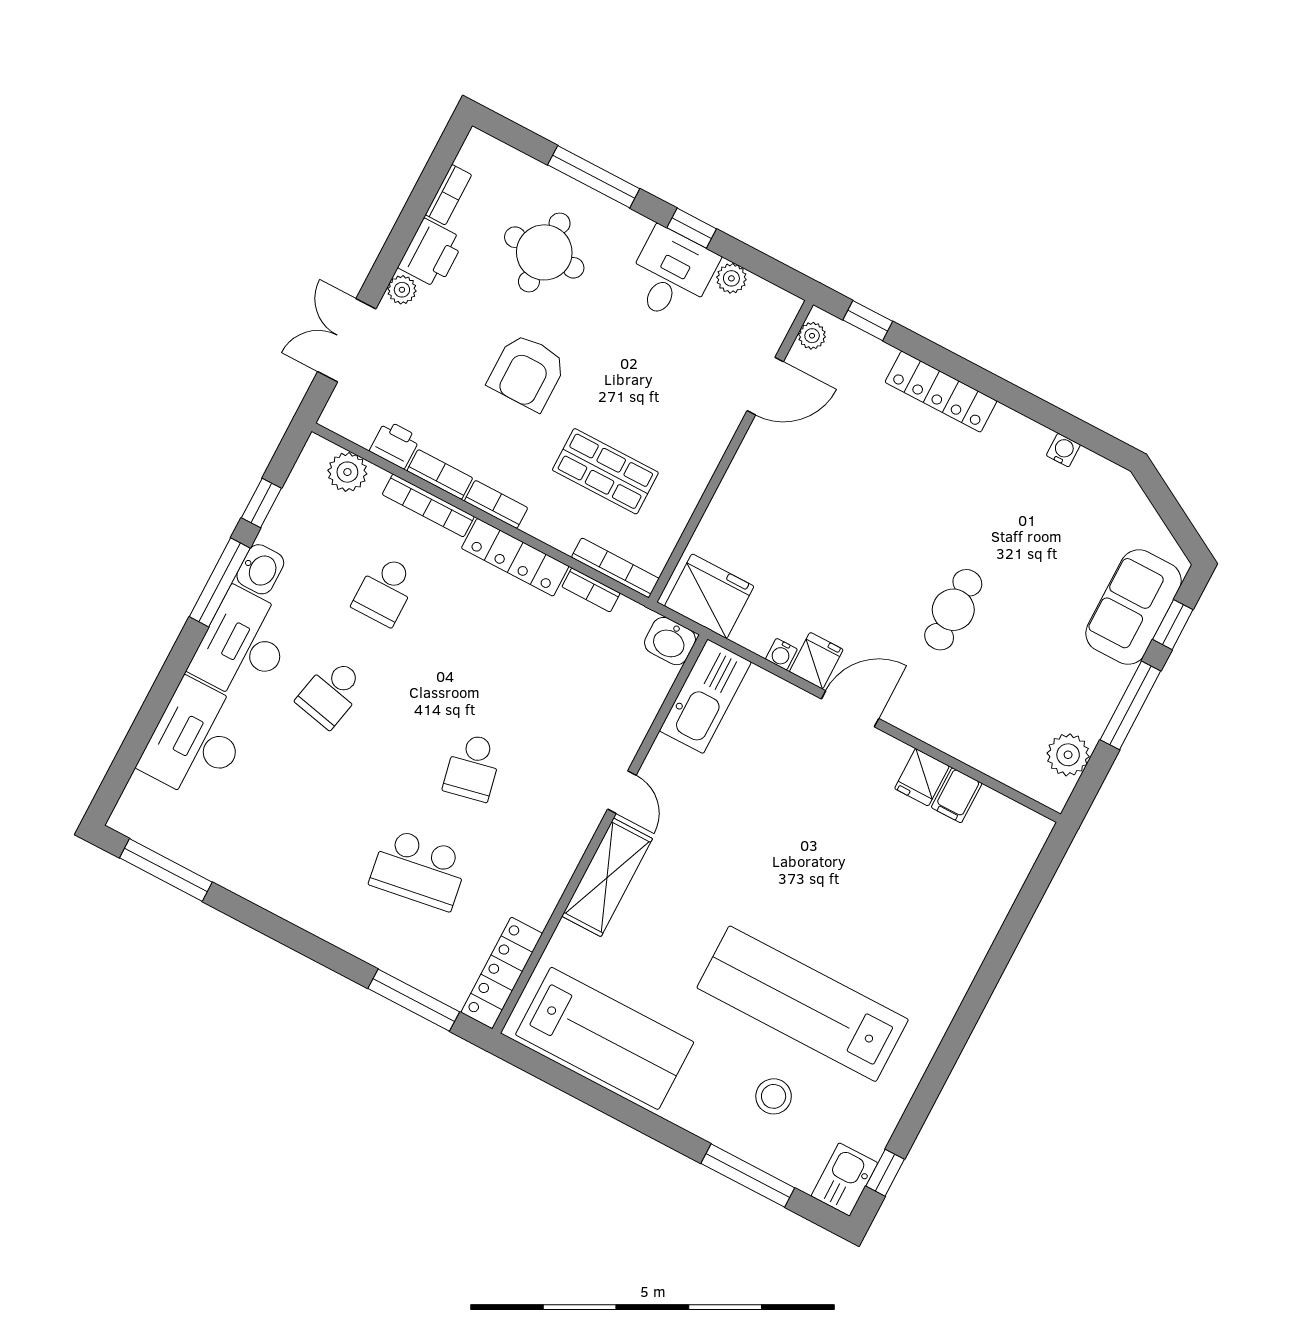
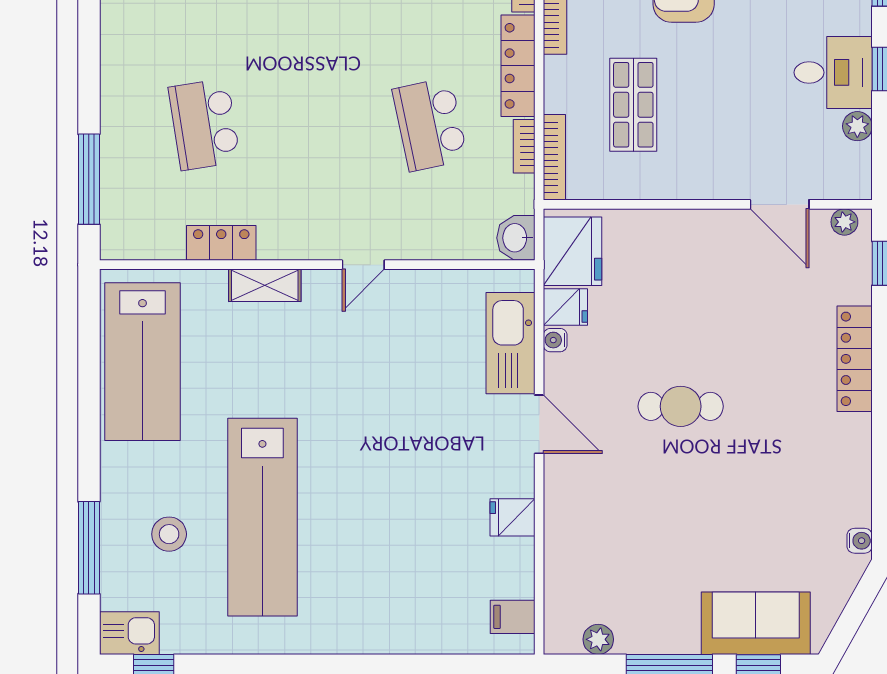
water cooler: (1063, 450) -> (860, 541), moved
cafe table: (953, 610) -> (681, 406), moved
fridge: (816, 661) -> (565, 307), moved
kitchen sink: (705, 696) -> (510, 343), moved, turned 90
plant: (1068, 755) -> (598, 639), width x0.73, depth x0.73
school desk: (473, 767) -> (430, 124), moved, width x1.85
filing cabinet: (957, 795) -> (513, 617), moved
shelving: (607, 877) -> (265, 285), width x0.67, depth x0.75
locker: (502, 973) -> (221, 243), moved, width x0.66
lab bench: (803, 1004) -> (262, 517), turned 180

